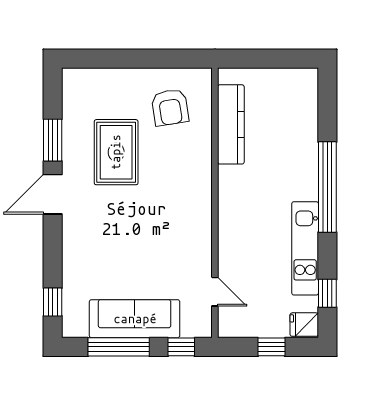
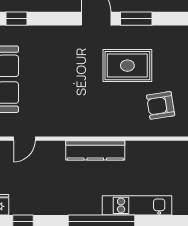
kitchen counter: (231, 124) -> (95, 150), moved
kitchen unit: (305, 248) -> (137, 205), moved

